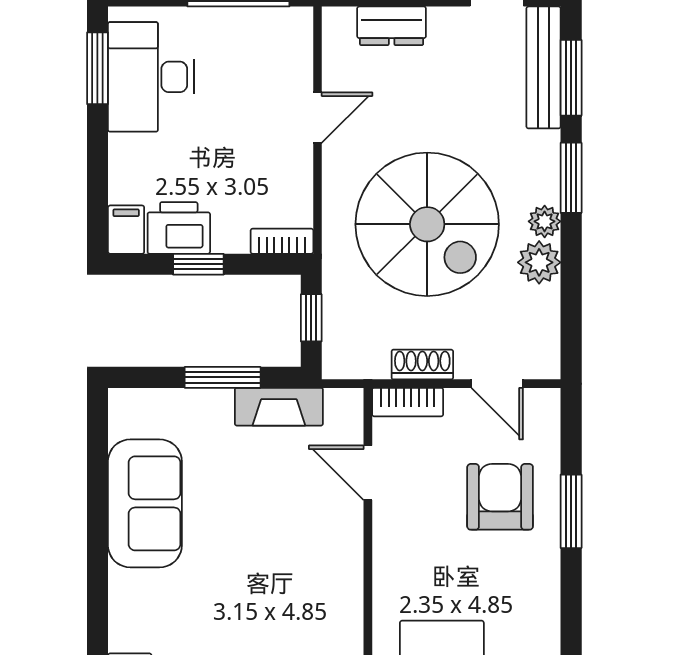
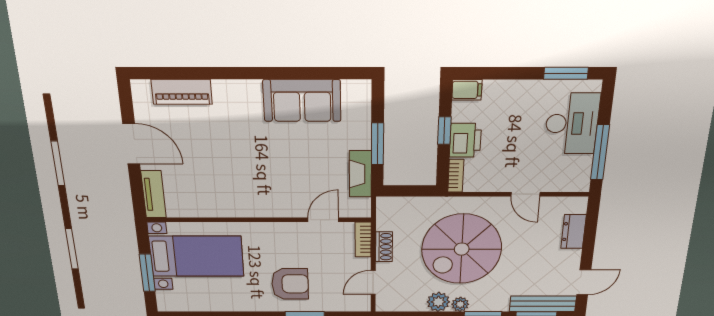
desk: (151, 77) -> (572, 124), moved, turned 90
printer: (179, 228) -> (465, 140), moved
window: (311, 318) -> (411, 191), removed
armchair: (500, 497) -> (290, 284), moved

